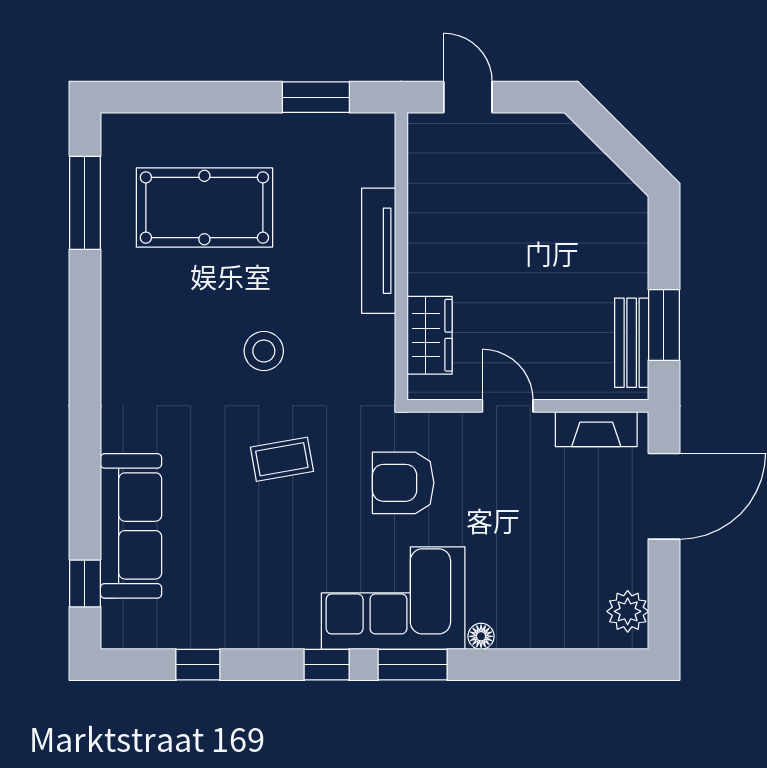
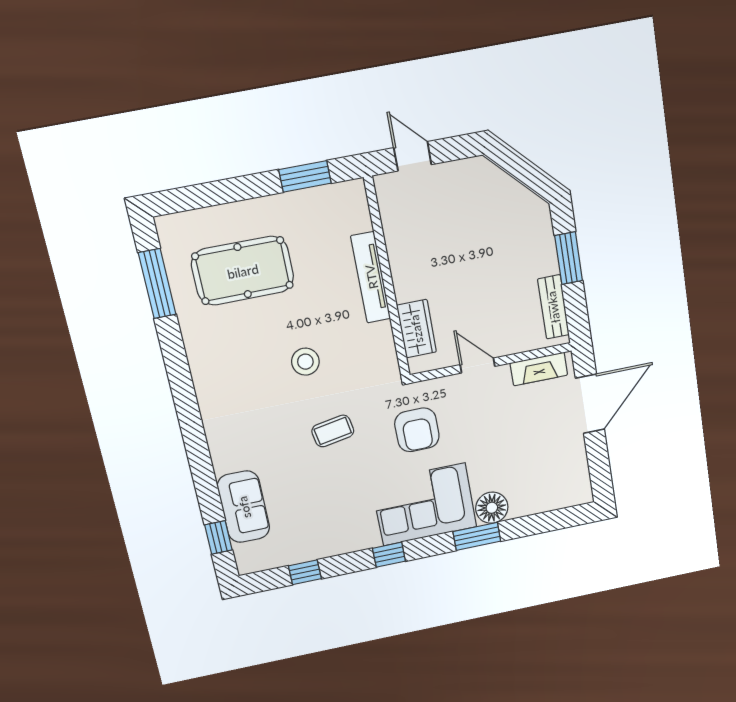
window: (664, 325) -> (569, 258), moved
armchair: (403, 483) -> (417, 430), turned -90
sofa: (131, 526) -> (244, 507), width x0.73
plant: (628, 611) -> (577, 481), removed
floor lamp: (481, 636) -> (492, 508), width x1.89, depth x1.89
window: (413, 665) -> (477, 536), moved

